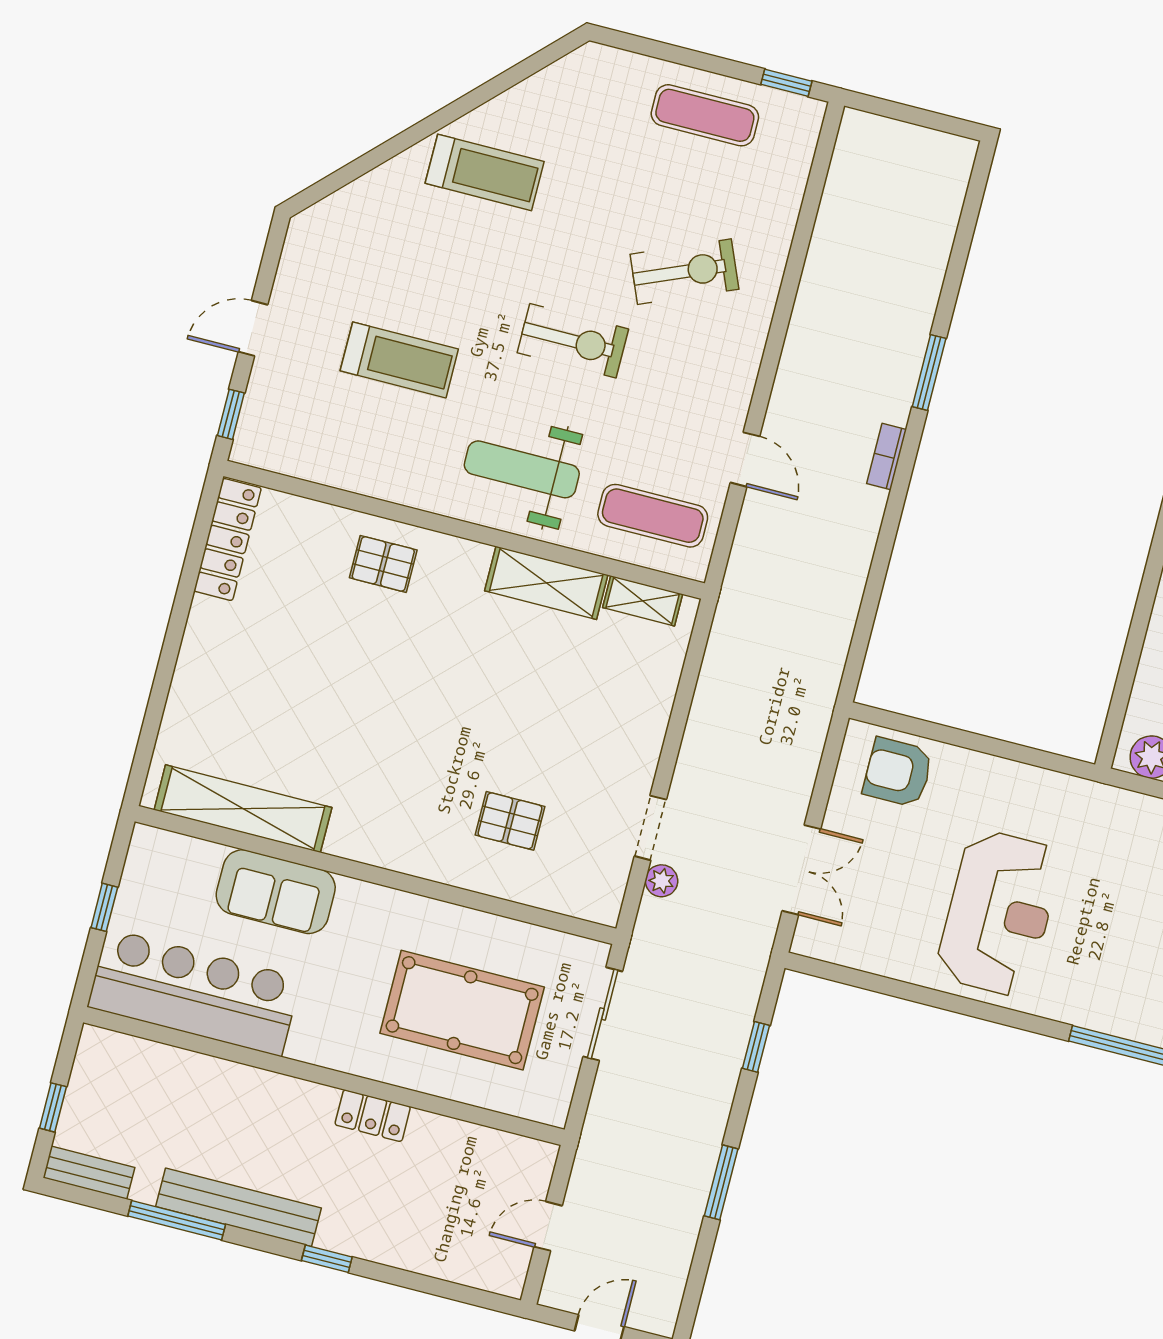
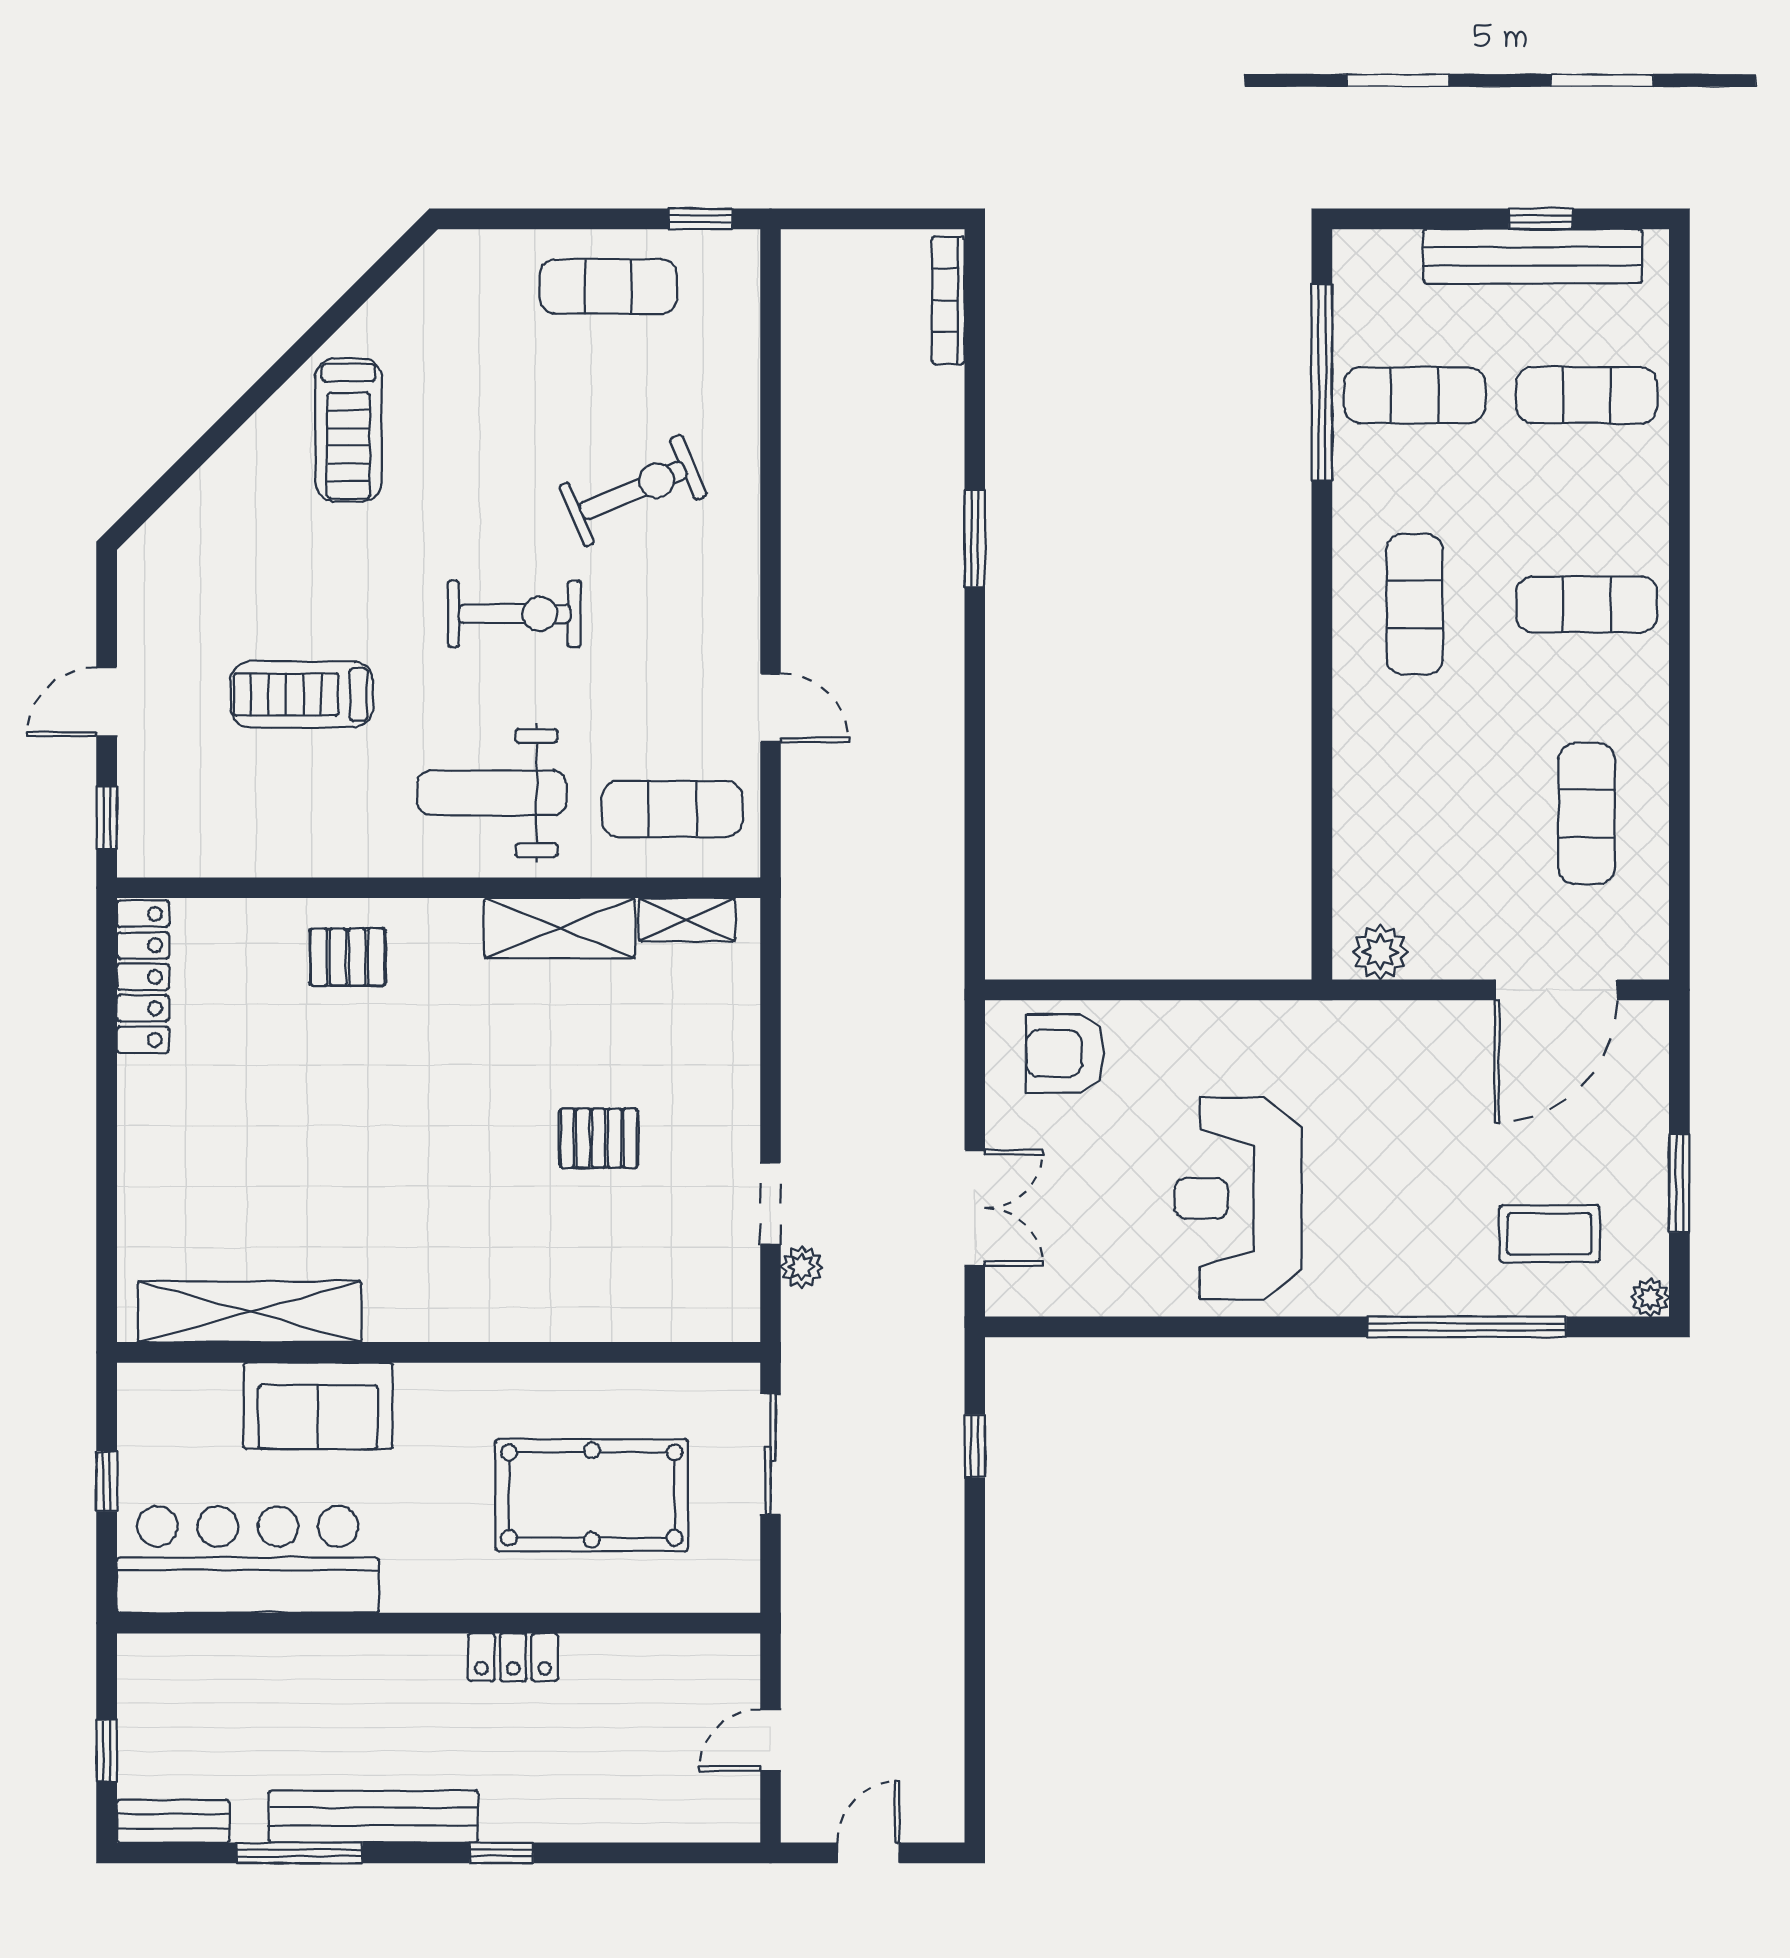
treadmill: (485, 172) -> (349, 430), turned 90
treadmill: (399, 360) -> (302, 694), turned 180
bookcase: (887, 456) -> (948, 300), moved, width x1.56
pallet: (510, 821) -> (599, 1138), moved
reception desk: (999, 913) -> (1238, 1198), turned 180
window: (721, 1182) -> (975, 1629), removed

